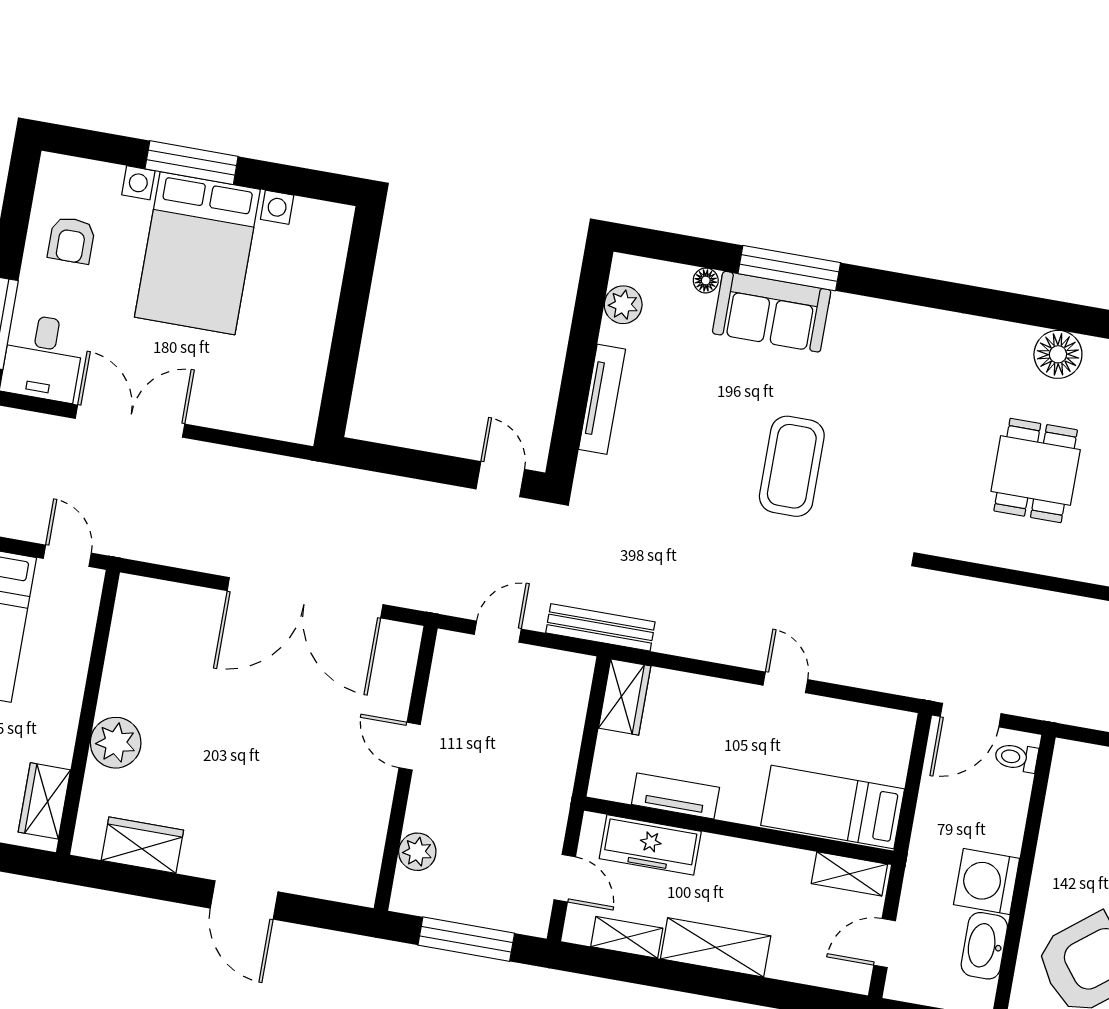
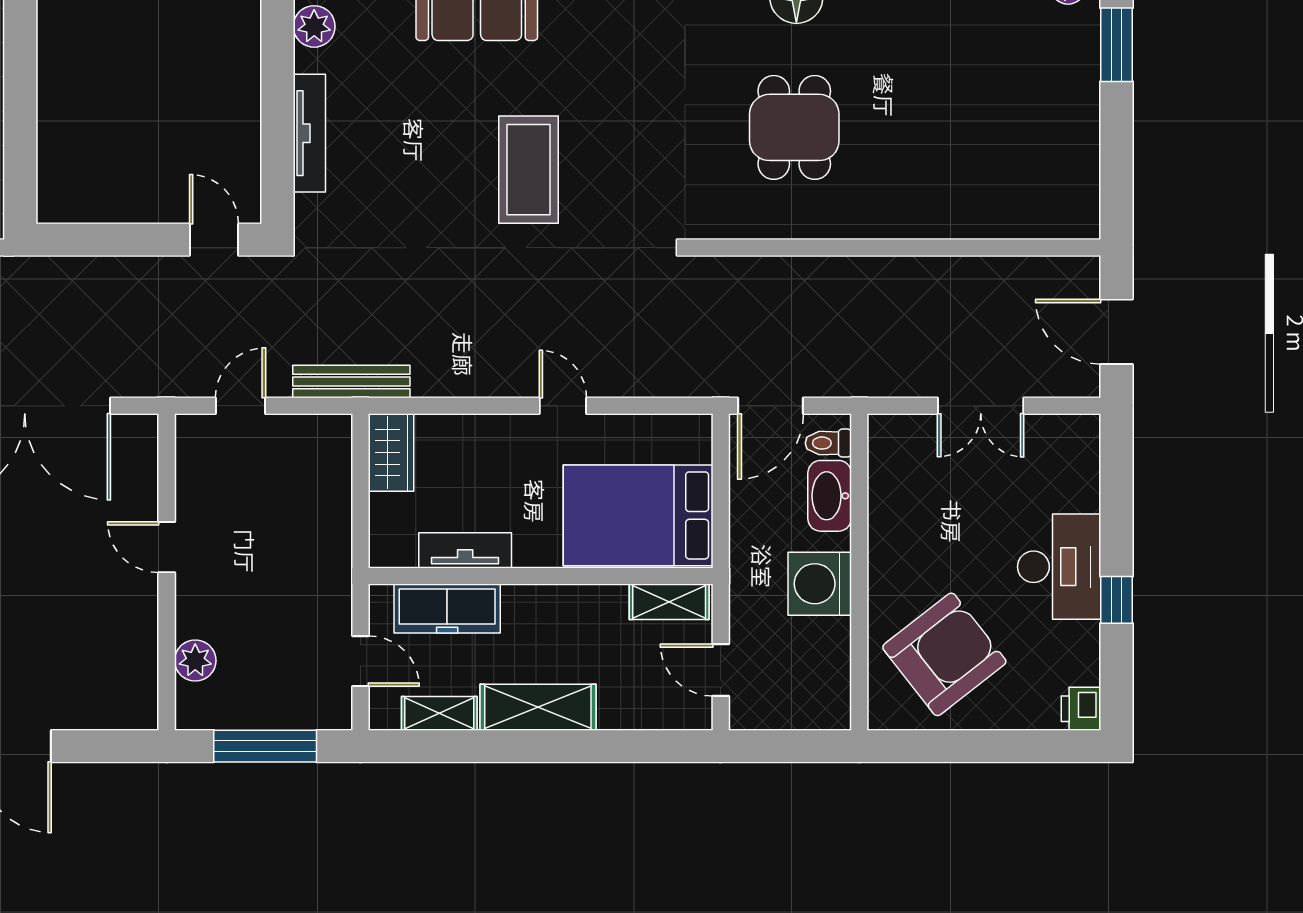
bed: (833, 807) -> (638, 515), width x1.50
door: (885, 943) -> (721, 670), hinge flipped
washbasin: (984, 946) -> (830, 496), moved

